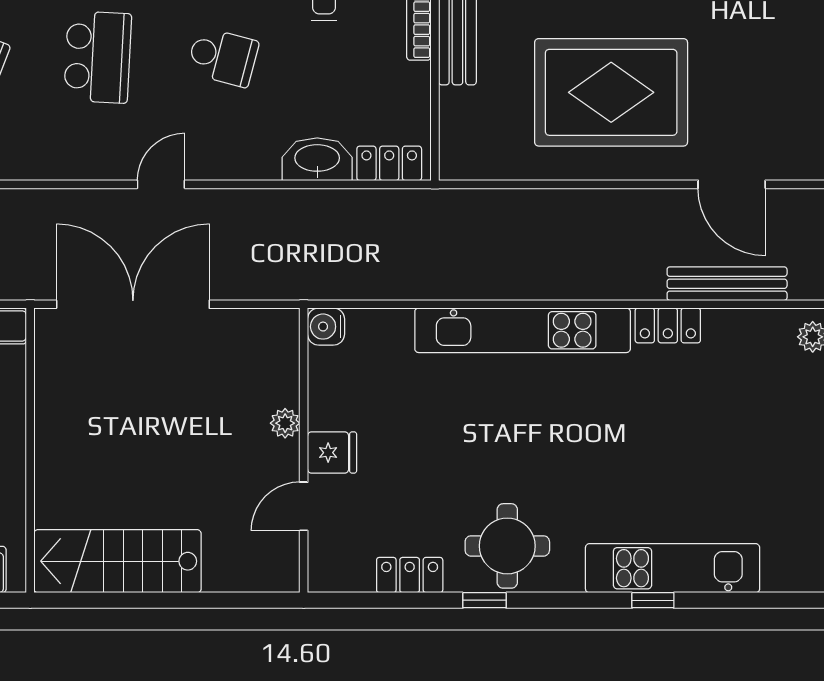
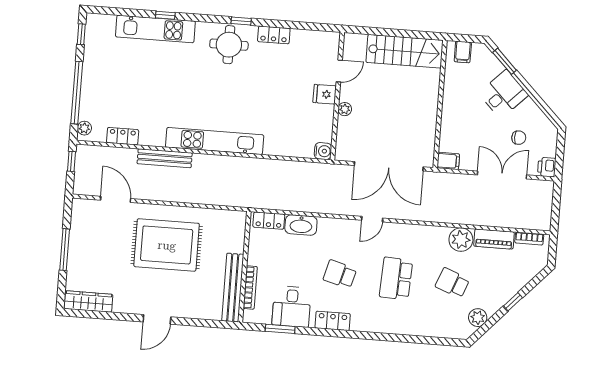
bench: (727, 284) -> (165, 158), moved
locker: (668, 325) -> (123, 136), moved
water cooler: (326, 327) -> (323, 151), moved
plant: (285, 423) -> (345, 109), moved
wall: (304, 450) -> (337, 96), moved
fridge: (332, 453) -> (325, 94), moved
door: (304, 506) -> (339, 71), moved

